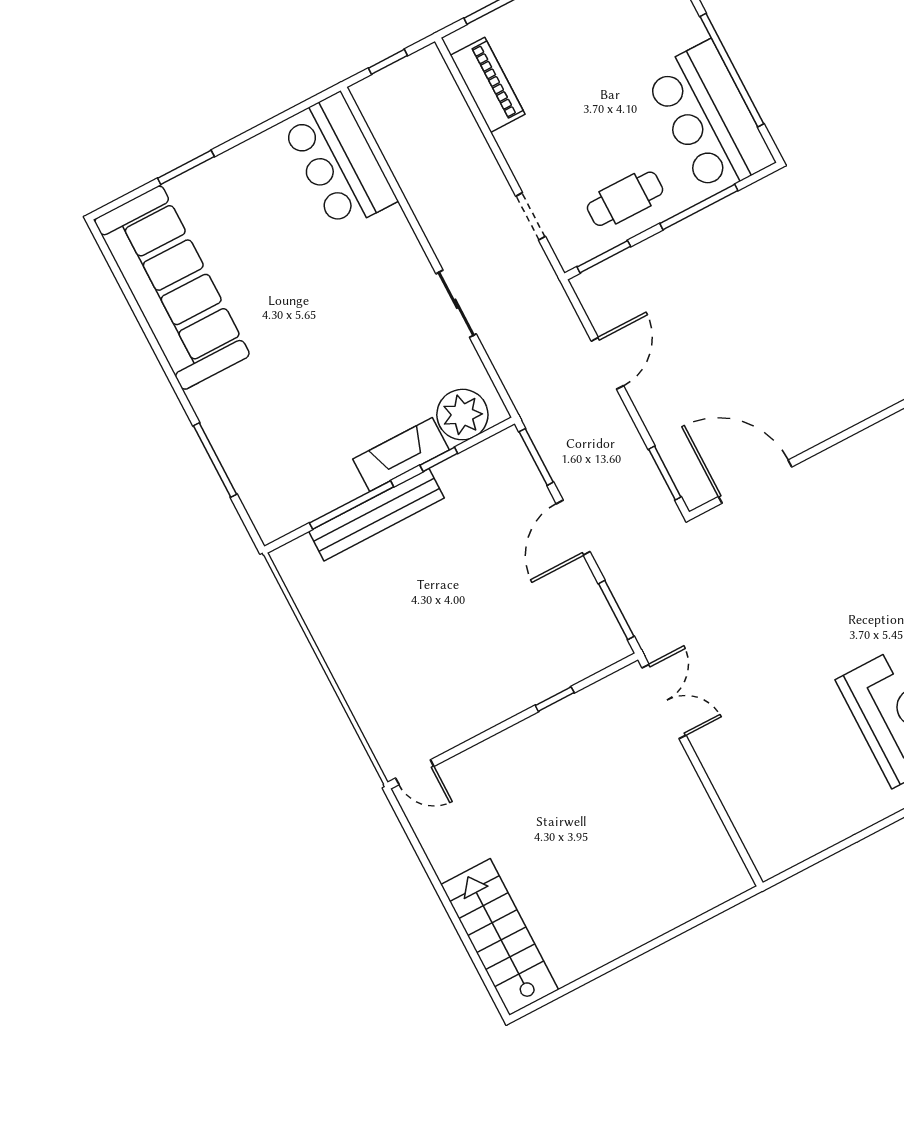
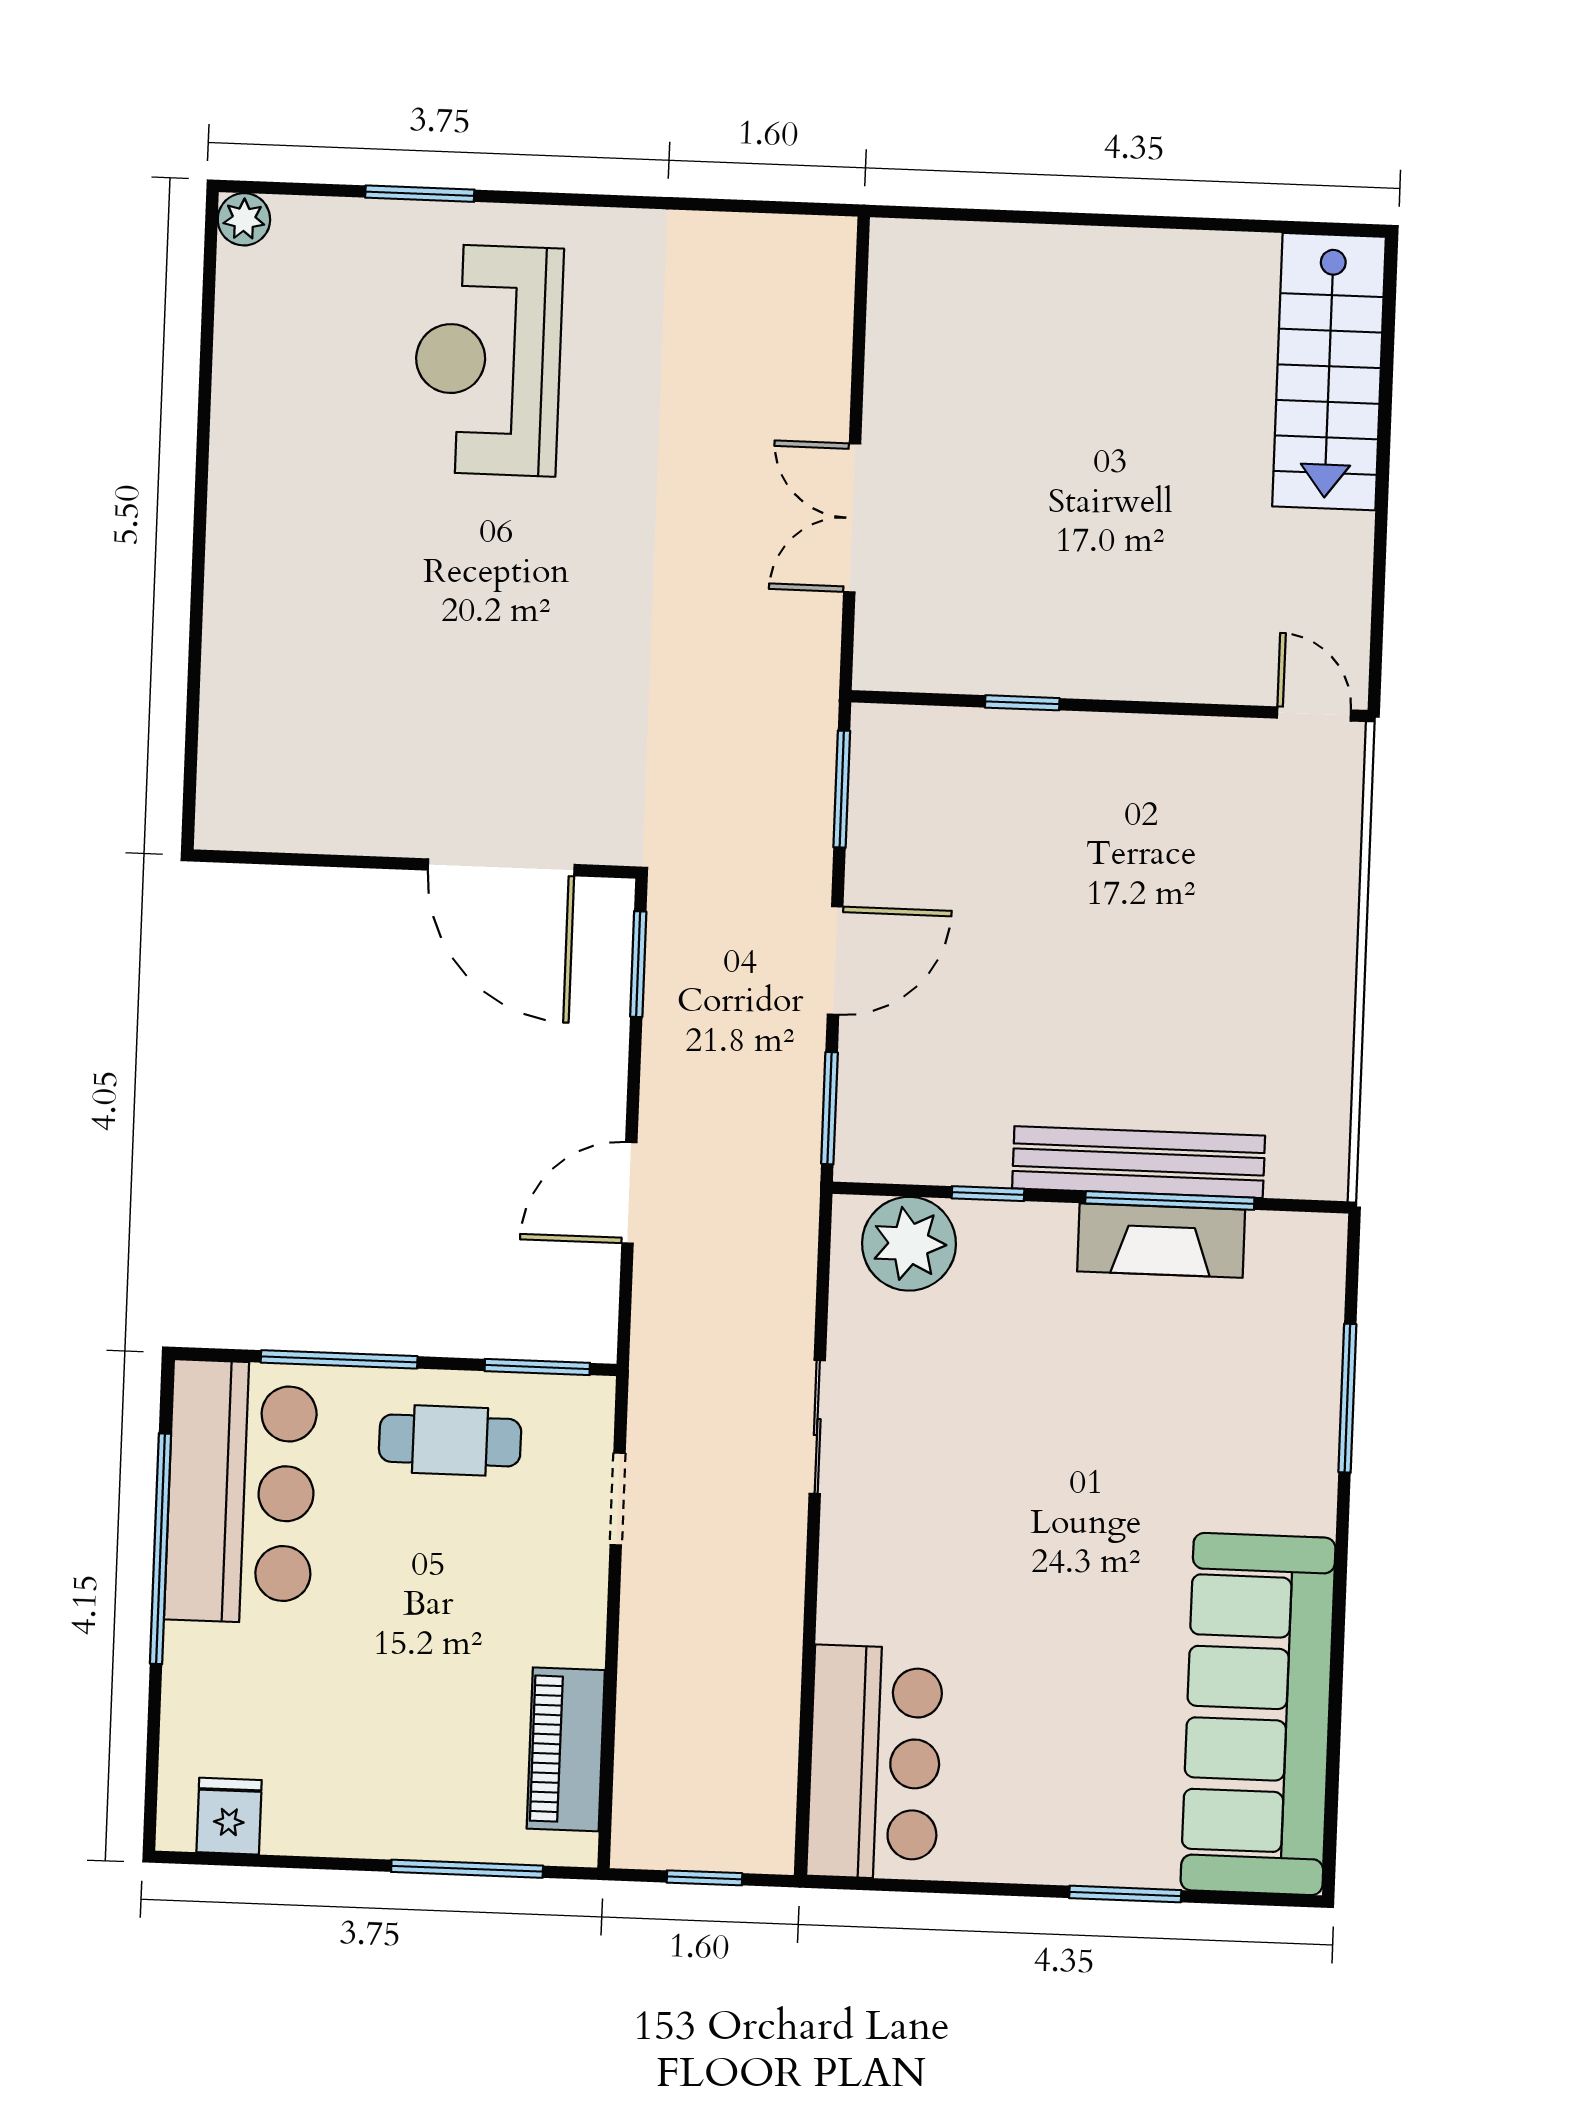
fireplace: (401, 455) -> (1161, 1241), moved
double door: (664, 701) -> (852, 518), moved

